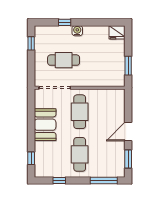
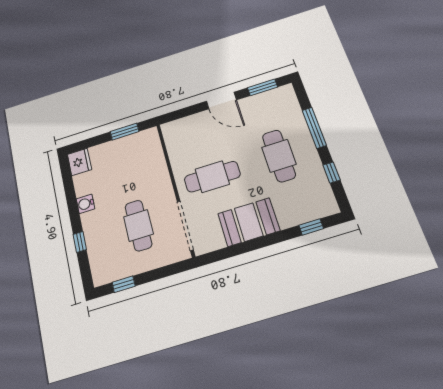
water cooler: (77, 31) -> (86, 204), moved
cafe table: (80, 154) -> (279, 156), turned 90
window: (104, 180) -> (314, 128), moved

